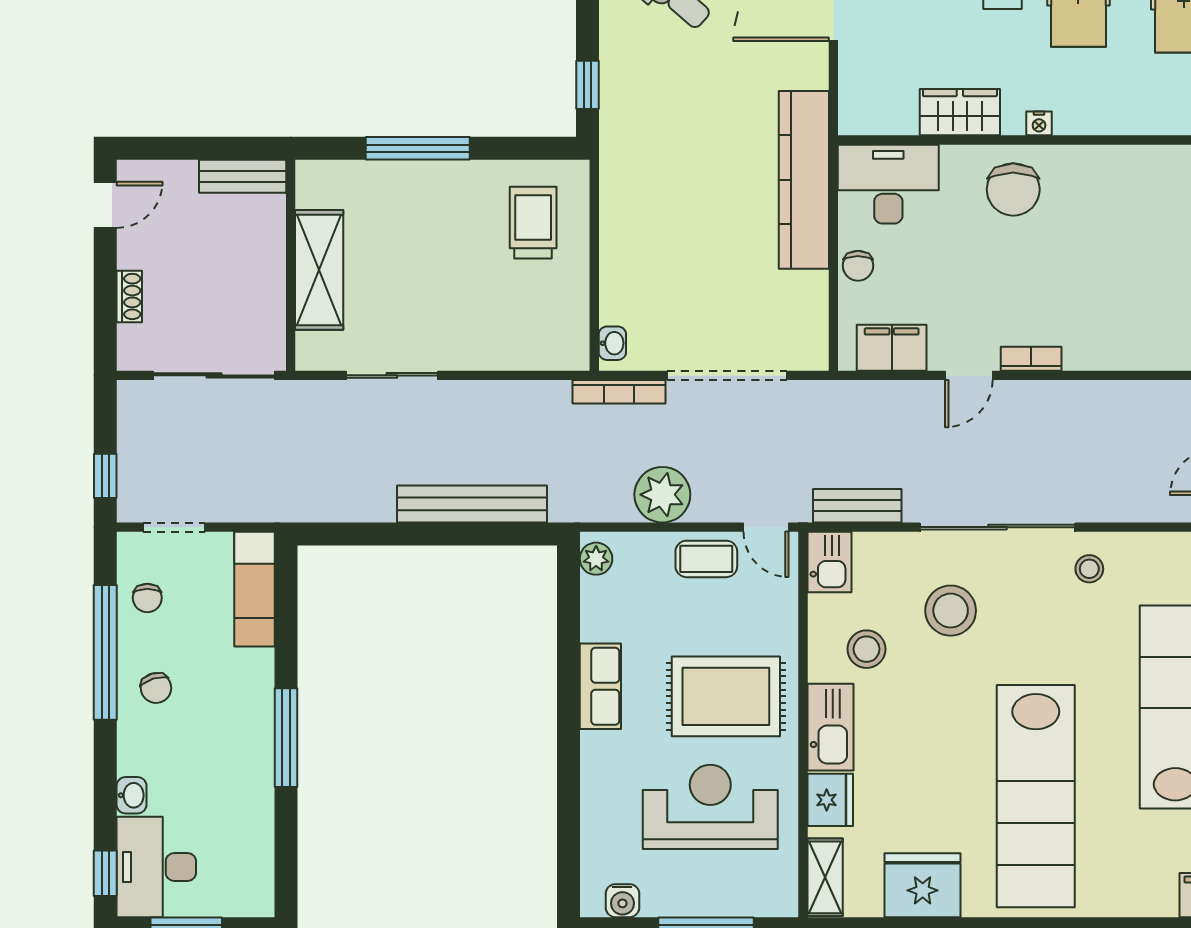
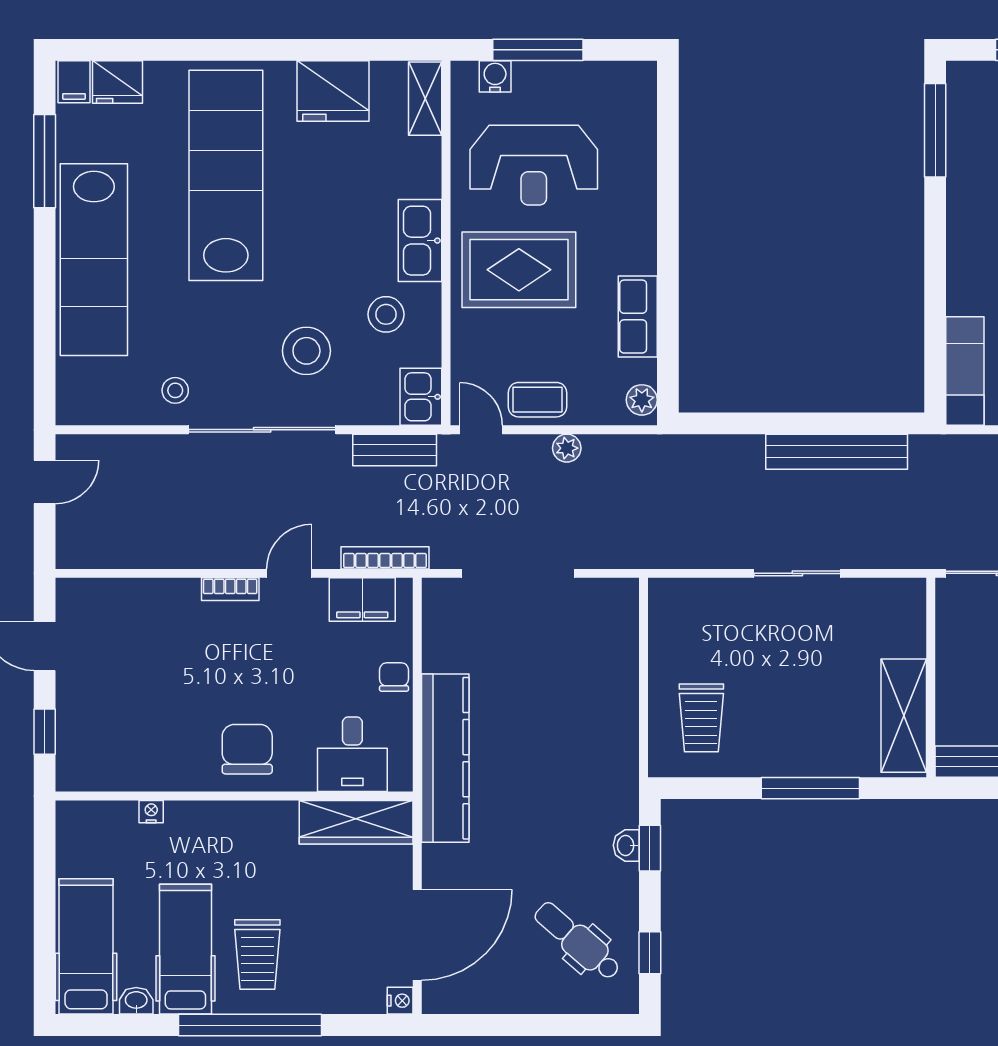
wardrobe: (960, 112) -> (356, 822), moved, width x1.50
nightstand: (1039, 123) -> (151, 812), moved
desk: (888, 184) -> (352, 754), width x0.73
shelving: (319, 270) -> (904, 716), moved
washbasin: (612, 343) -> (626, 845), moved
sliding door: (392, 375) -> (797, 573), moved
bookcase: (619, 392) -> (385, 558), moved
plant: (662, 495) -> (567, 448), width x0.53, depth x0.53
bench: (472, 504) -> (837, 452), moved
row of seats: (600, 686) -> (638, 317), moved
window: (286, 738) -> (935, 130), moved
fridge: (830, 800) -> (118, 82), moved, turned -90
water cooler: (622, 901) -> (495, 76), moved

